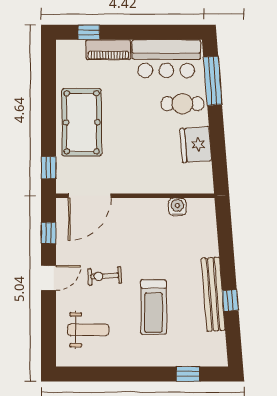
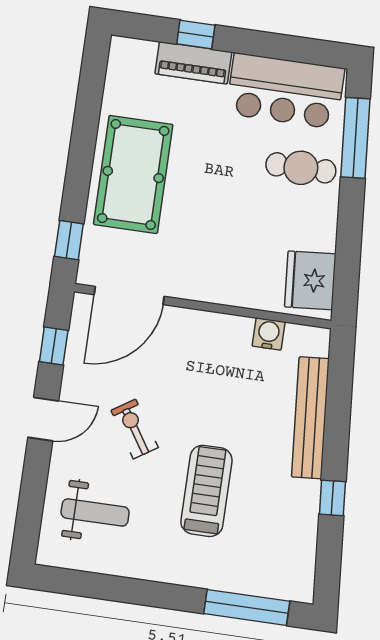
window: (89, 32) -> (196, 34), moved
fridge: (196, 145) -> (310, 280), moved
exercise bike: (105, 276) -> (135, 429), turned 61
bench: (213, 294) -> (310, 418), moved
treadmill: (153, 307) -> (206, 491), turned 180
window: (188, 374) -> (247, 607), width x2.17

